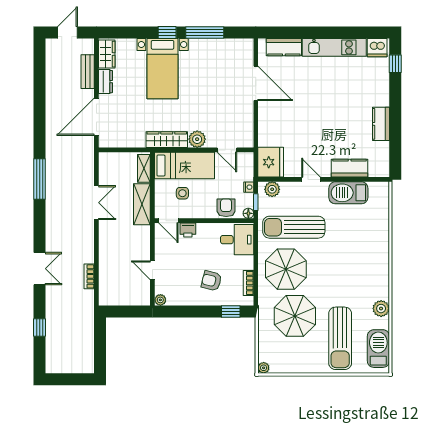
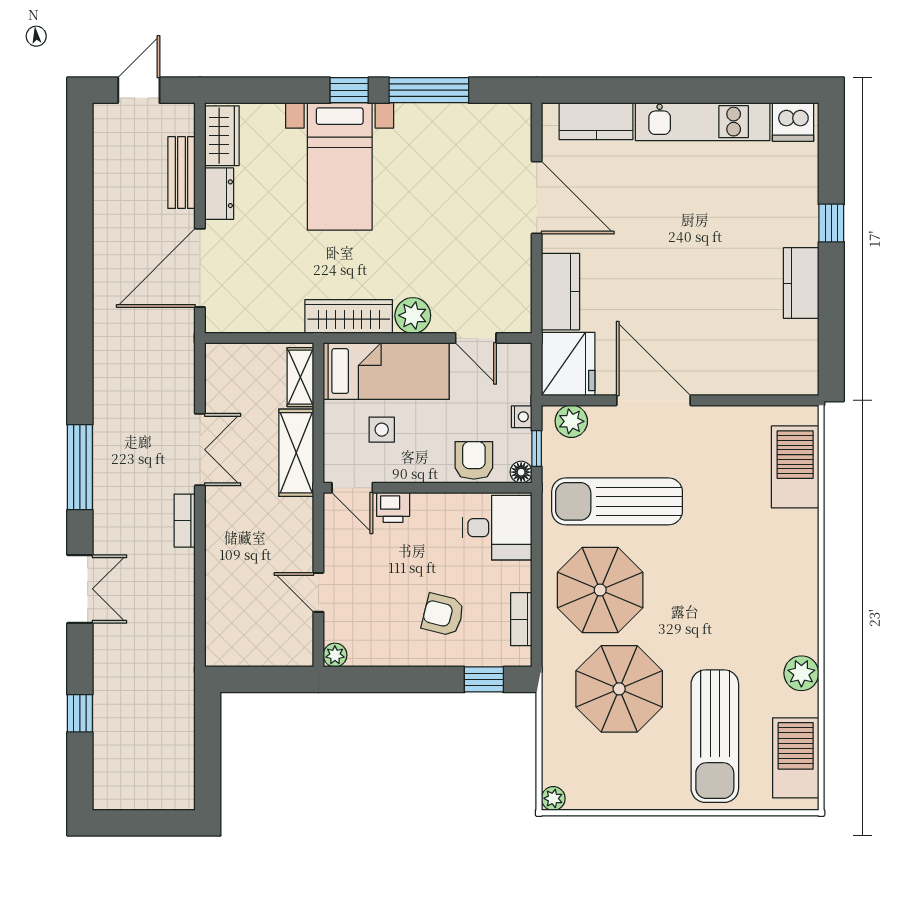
window: (395, 64) -> (831, 223), moved
kitchen counter: (350, 168) -> (560, 292), moved, turned 90
window: (40, 179) -> (80, 467), moved
door: (311, 179) -> (653, 400), width x1.88
barbecue: (348, 193) -> (795, 467), moved, turned 90
bookcase: (89, 276) -> (185, 521), moved

